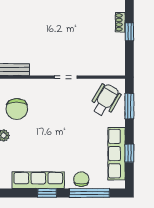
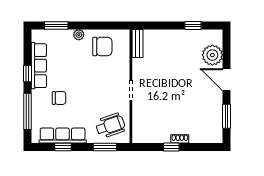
wheelchair: (105, 100) -> (110, 126), turned -49
chair: (17, 109) -> (102, 46), turned 180
chair: (81, 179) -> (59, 98), moved

